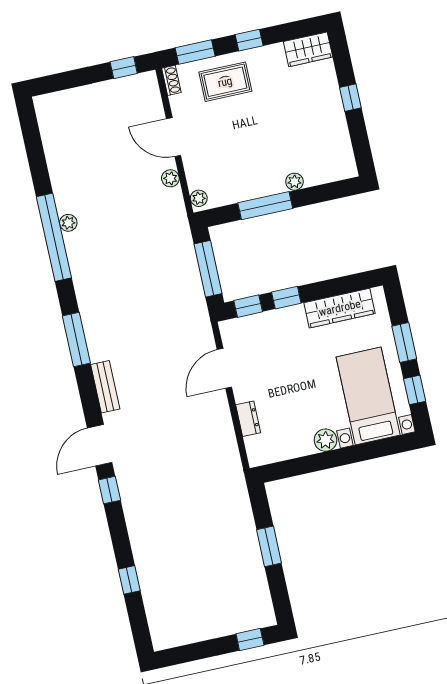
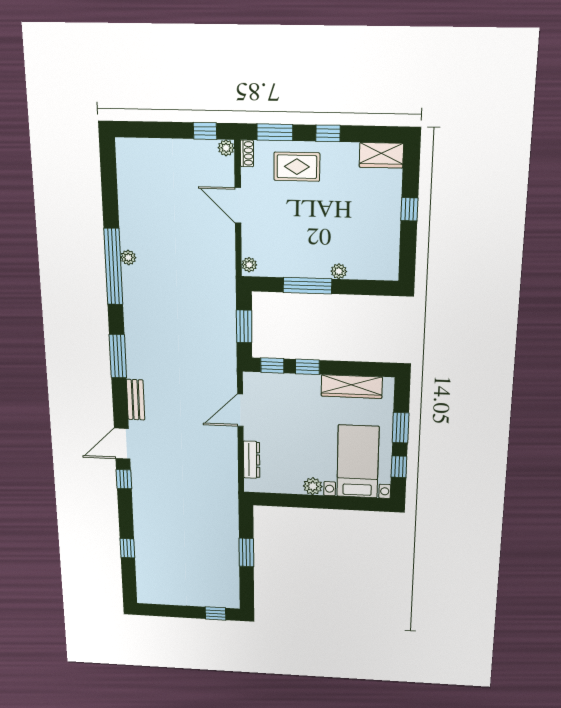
plant: (170, 178) -> (226, 148), moved
window: (208, 269) -> (244, 326), width x0.69
dresser: (248, 419) -> (252, 460), width x1.44

